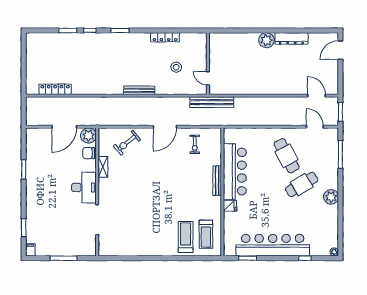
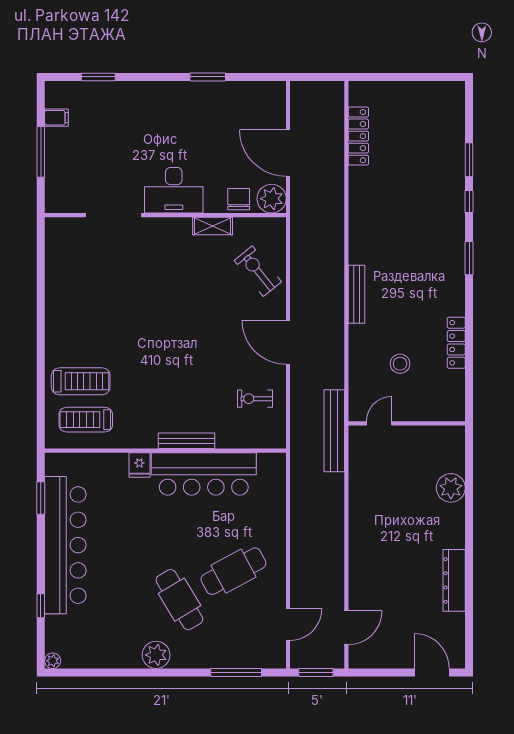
plant: (267, 40) -> (451, 488), moved
filing cabinet: (30, 250) -> (56, 118), moved

